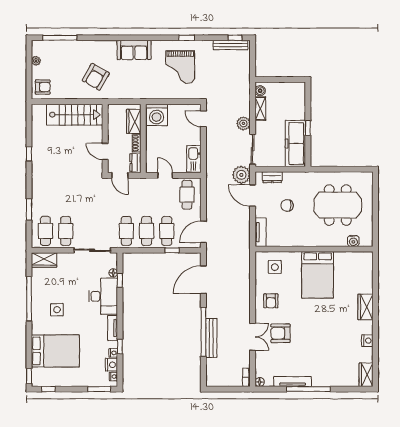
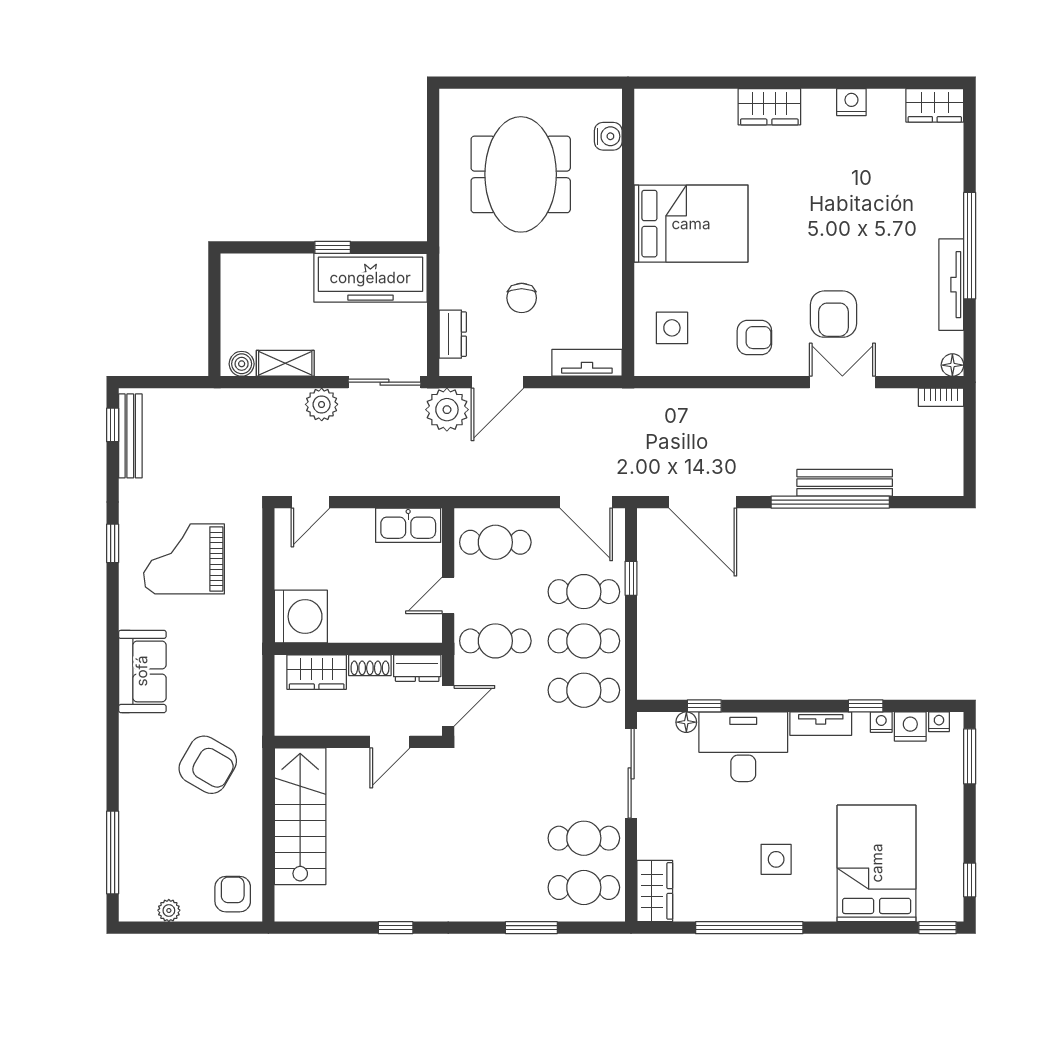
grand piano: (180, 67) -> (184, 559), turned 180
cafe table: (147, 195) -> (495, 641), added

